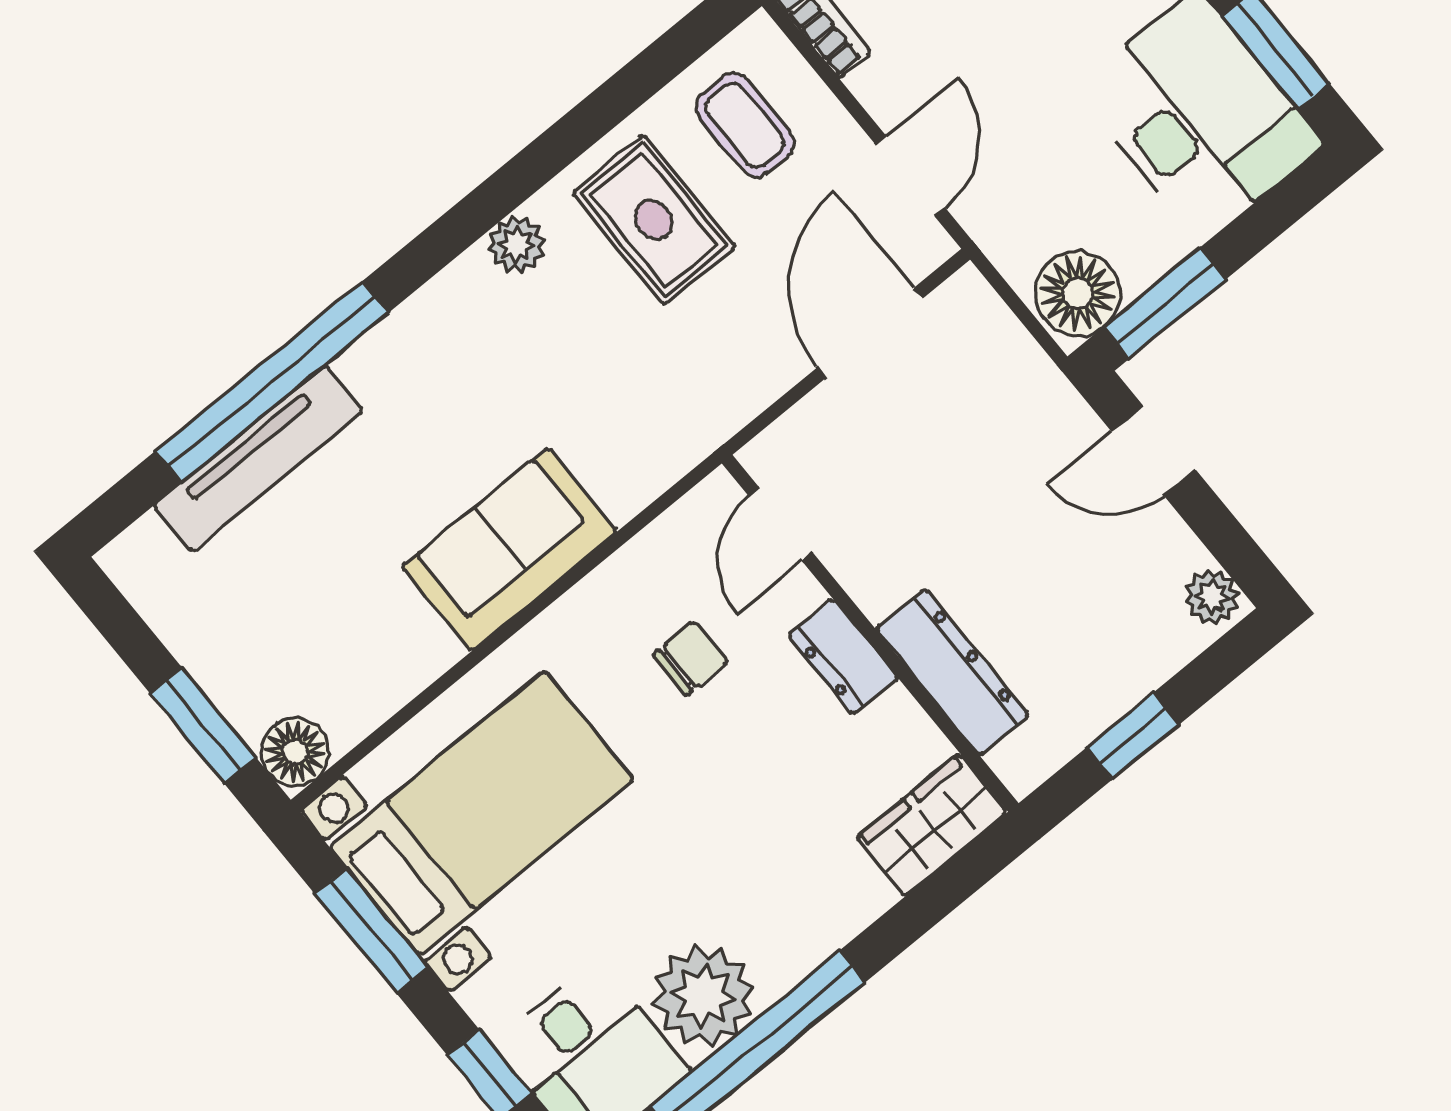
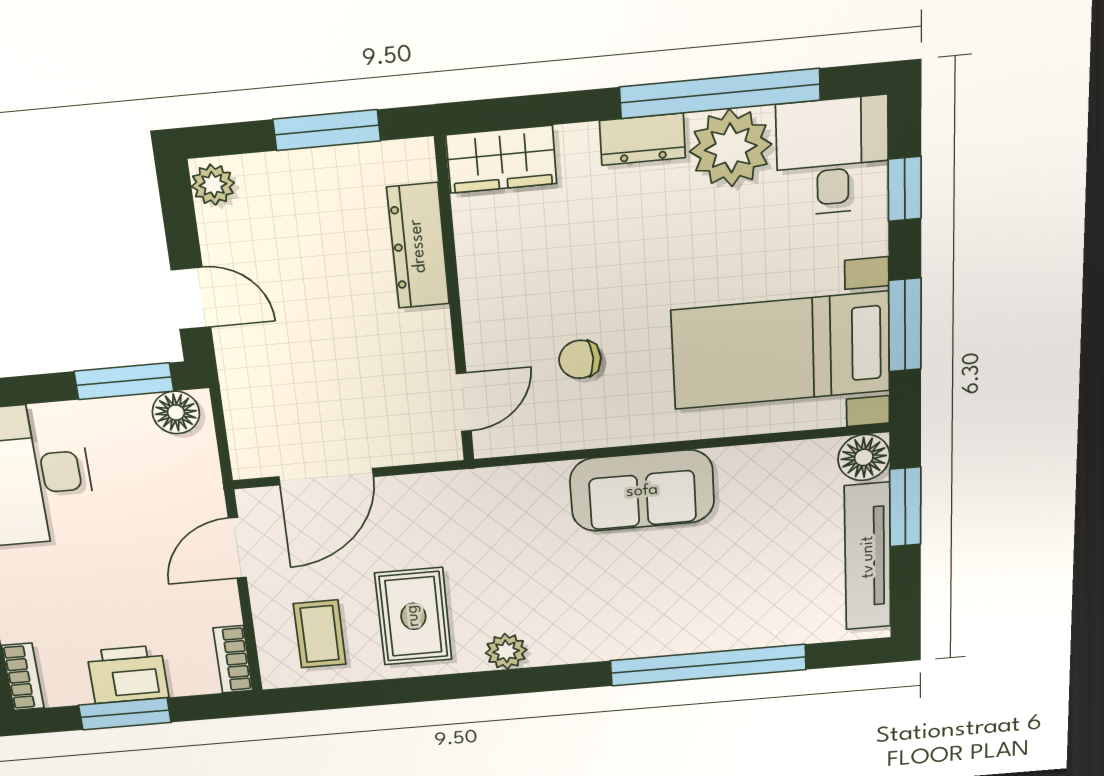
floor lamp: (1078, 293) -> (176, 412), width x0.73, depth x0.73
tv unit: (258, 459) -> (868, 557), moved, turned -90
dresser: (843, 657) -> (642, 139), moved, turned 90
window: (1133, 736) -> (327, 130), width x1.50

